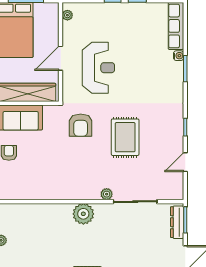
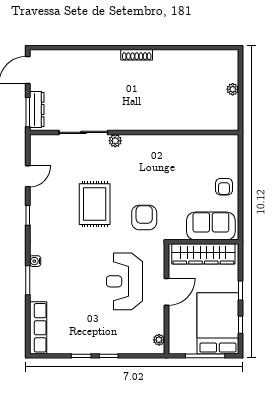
water cooler: (179, 56) -> (35, 261), moved
plant: (83, 214) -> (141, 119), removed

